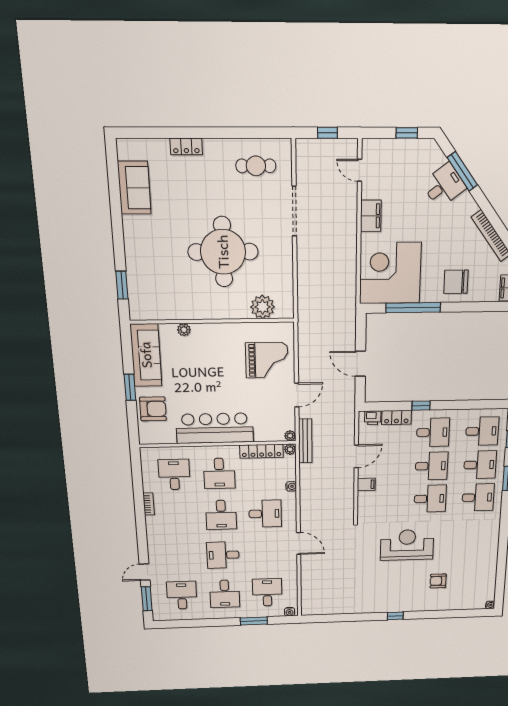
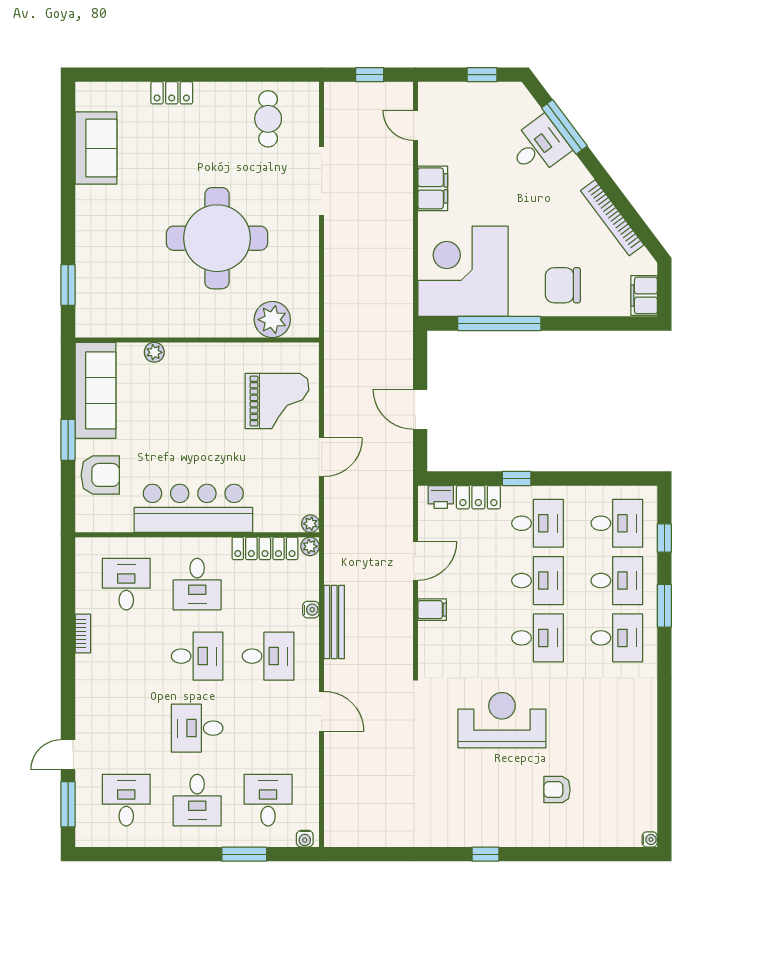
cafe table: (256, 166) -> (268, 119), turned 90
bench: (305, 441) -> (334, 622), moved
desk: (221, 515) -> (197, 656), turned -90

